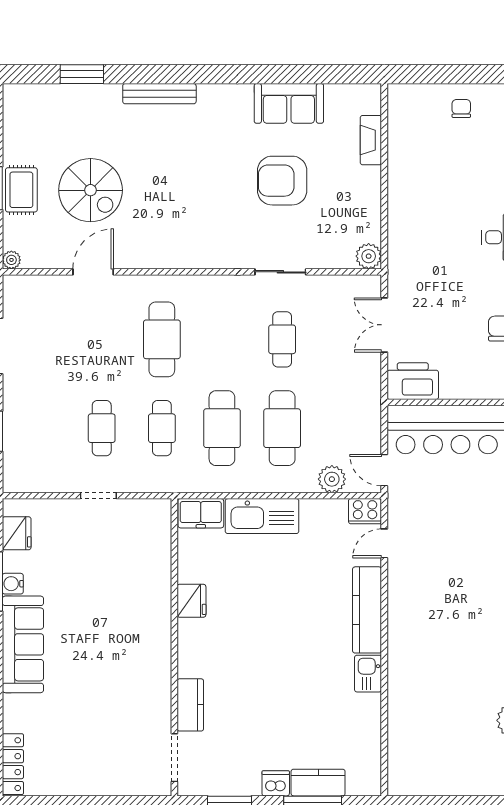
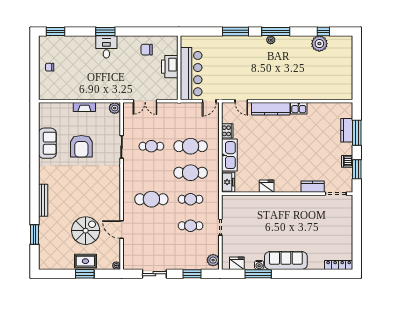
fireplace: (371, 140) -> (84, 107), moved
printer: (413, 381) -> (170, 67), moved
plant: (332, 479) -> (213, 260), moved
cooker: (365, 511) -> (227, 131), moved
dishwasher: (276, 783) -> (347, 161), moved

